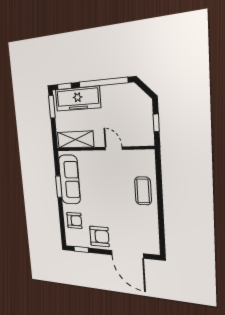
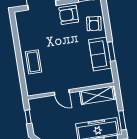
sofa: (69, 180) -> (100, 54), width x0.73
armchair: (74, 220) -> (94, 24), turned -84

